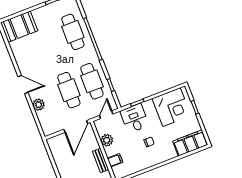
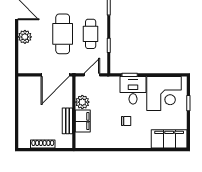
cafe table: (92, 81) -> (91, 34), width x0.73, depth x0.74
desk: (135, 118) -> (133, 90), moved
filing cabinet: (115, 160) -> (83, 121), width x2.00

